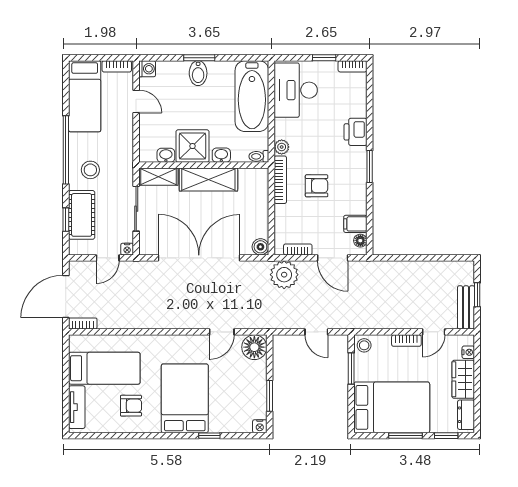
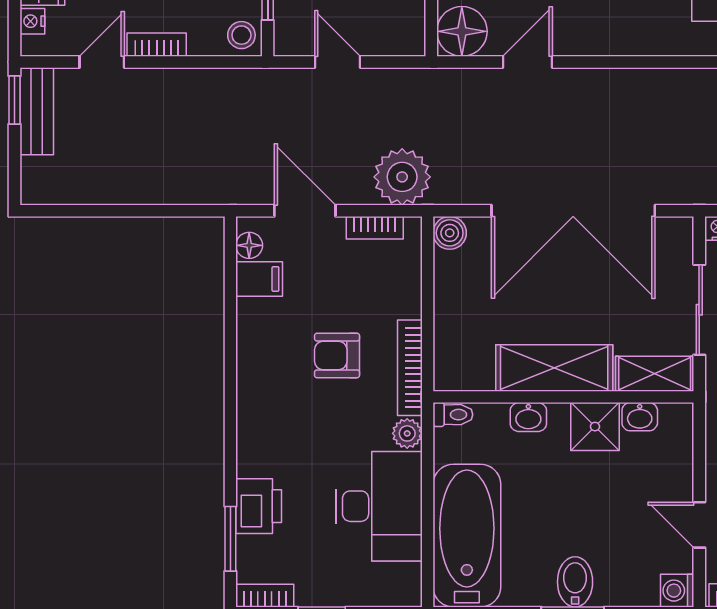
desk: (296, 90) -> (379, 506), moved
printer: (356, 132) -> (259, 506), moved
shower: (192, 146) -> (595, 427), width x0.73, depth x0.73
window: (370, 166) -> (230, 539), moved
window: (477, 295) -> (15, 100), moved

